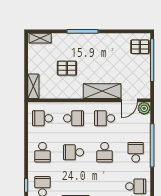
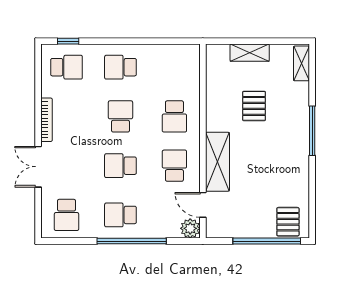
shelving: (33, 86) -> (250, 53), moved
school desk: (42, 118) -> (174, 67), removed
school desk: (136, 152) -> (120, 215), turned 180

